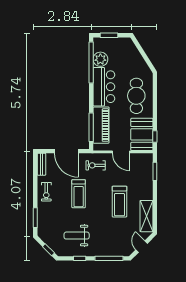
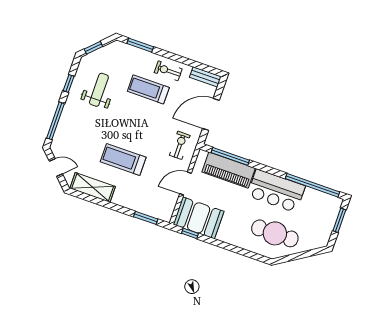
plant: (100, 59) -> (313, 199), removed
cafe table: (136, 96) -> (275, 233), moved
treadmill: (79, 194) -> (148, 89), moved

